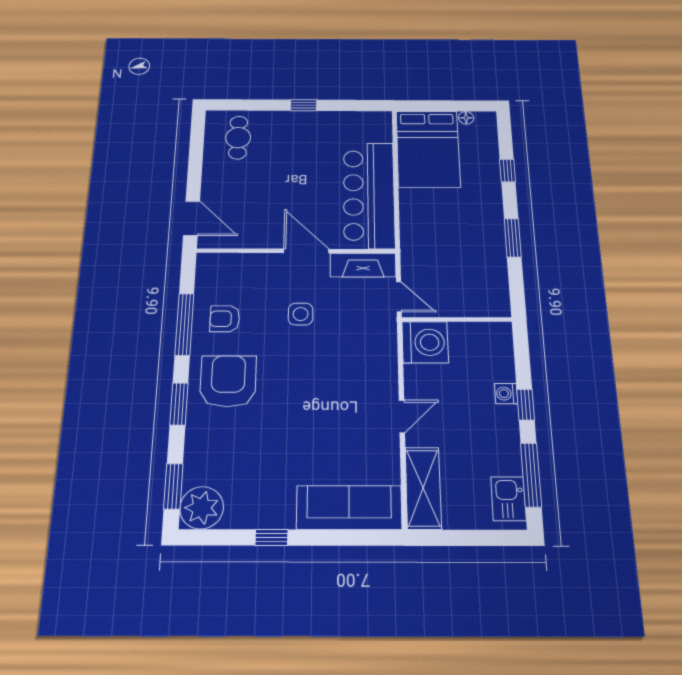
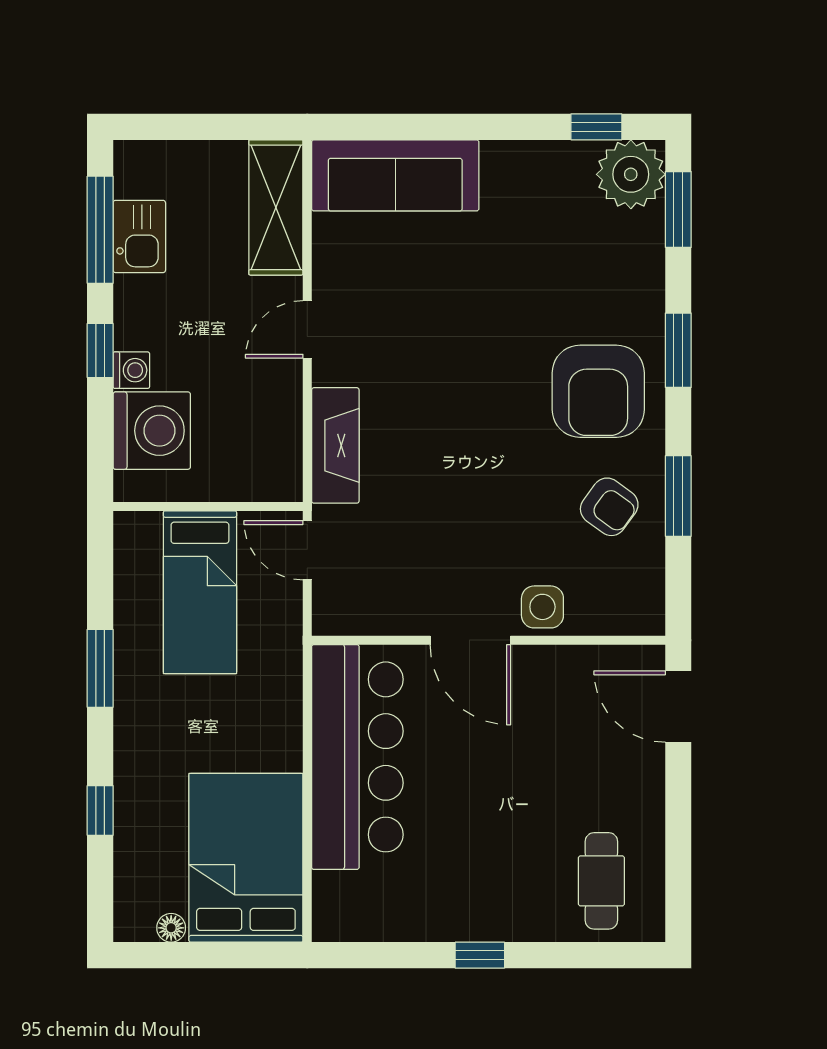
fireplace: (363, 265) -> (335, 445), moved, turned 90
bed: (459, 275) -> (200, 592), added
side table: (301, 314) -> (542, 607), moved
armchair: (225, 319) -> (609, 507), turned 36
window: (184, 324) -> (678, 496), width x0.69
washing machine: (425, 342) -> (152, 431), moved, turned 180
kitchen sink: (508, 499) -> (139, 236), moved
window: (271, 537) -> (596, 127), moved

